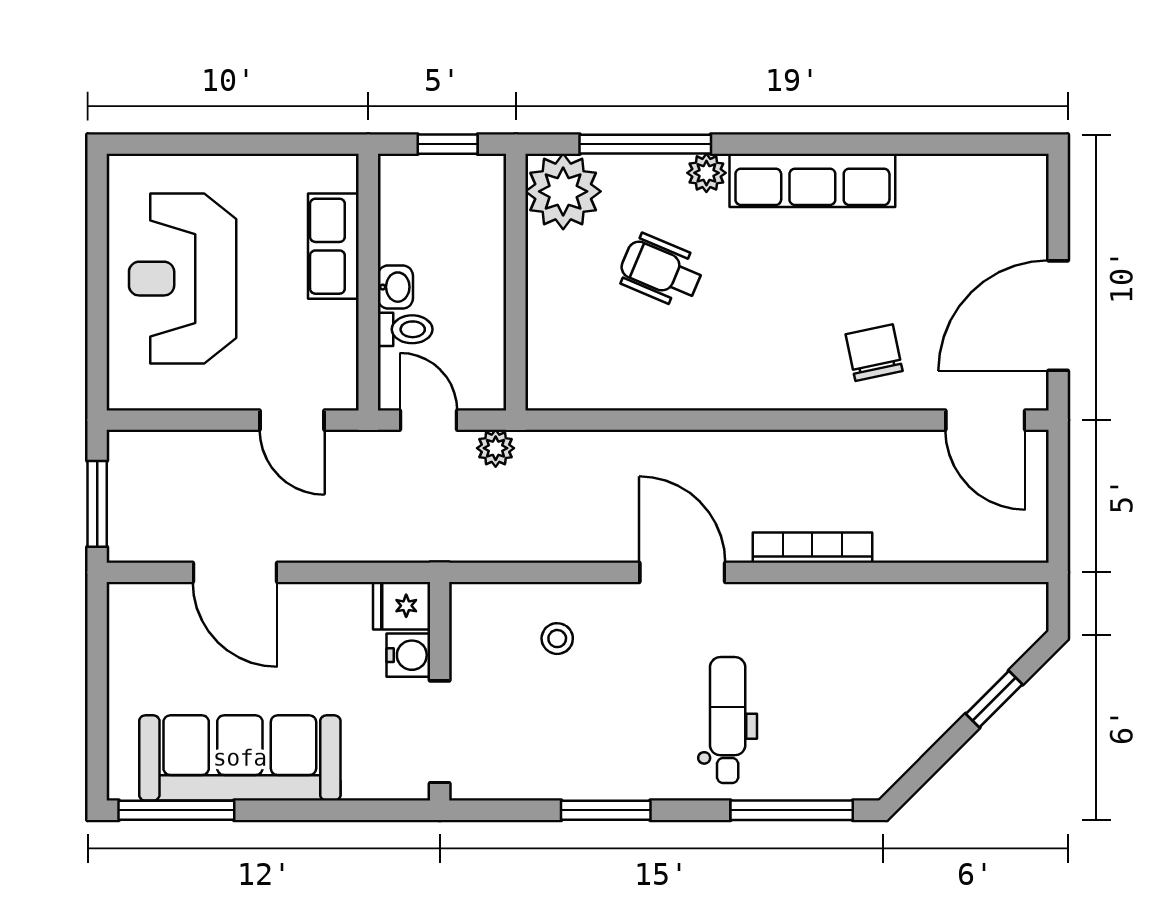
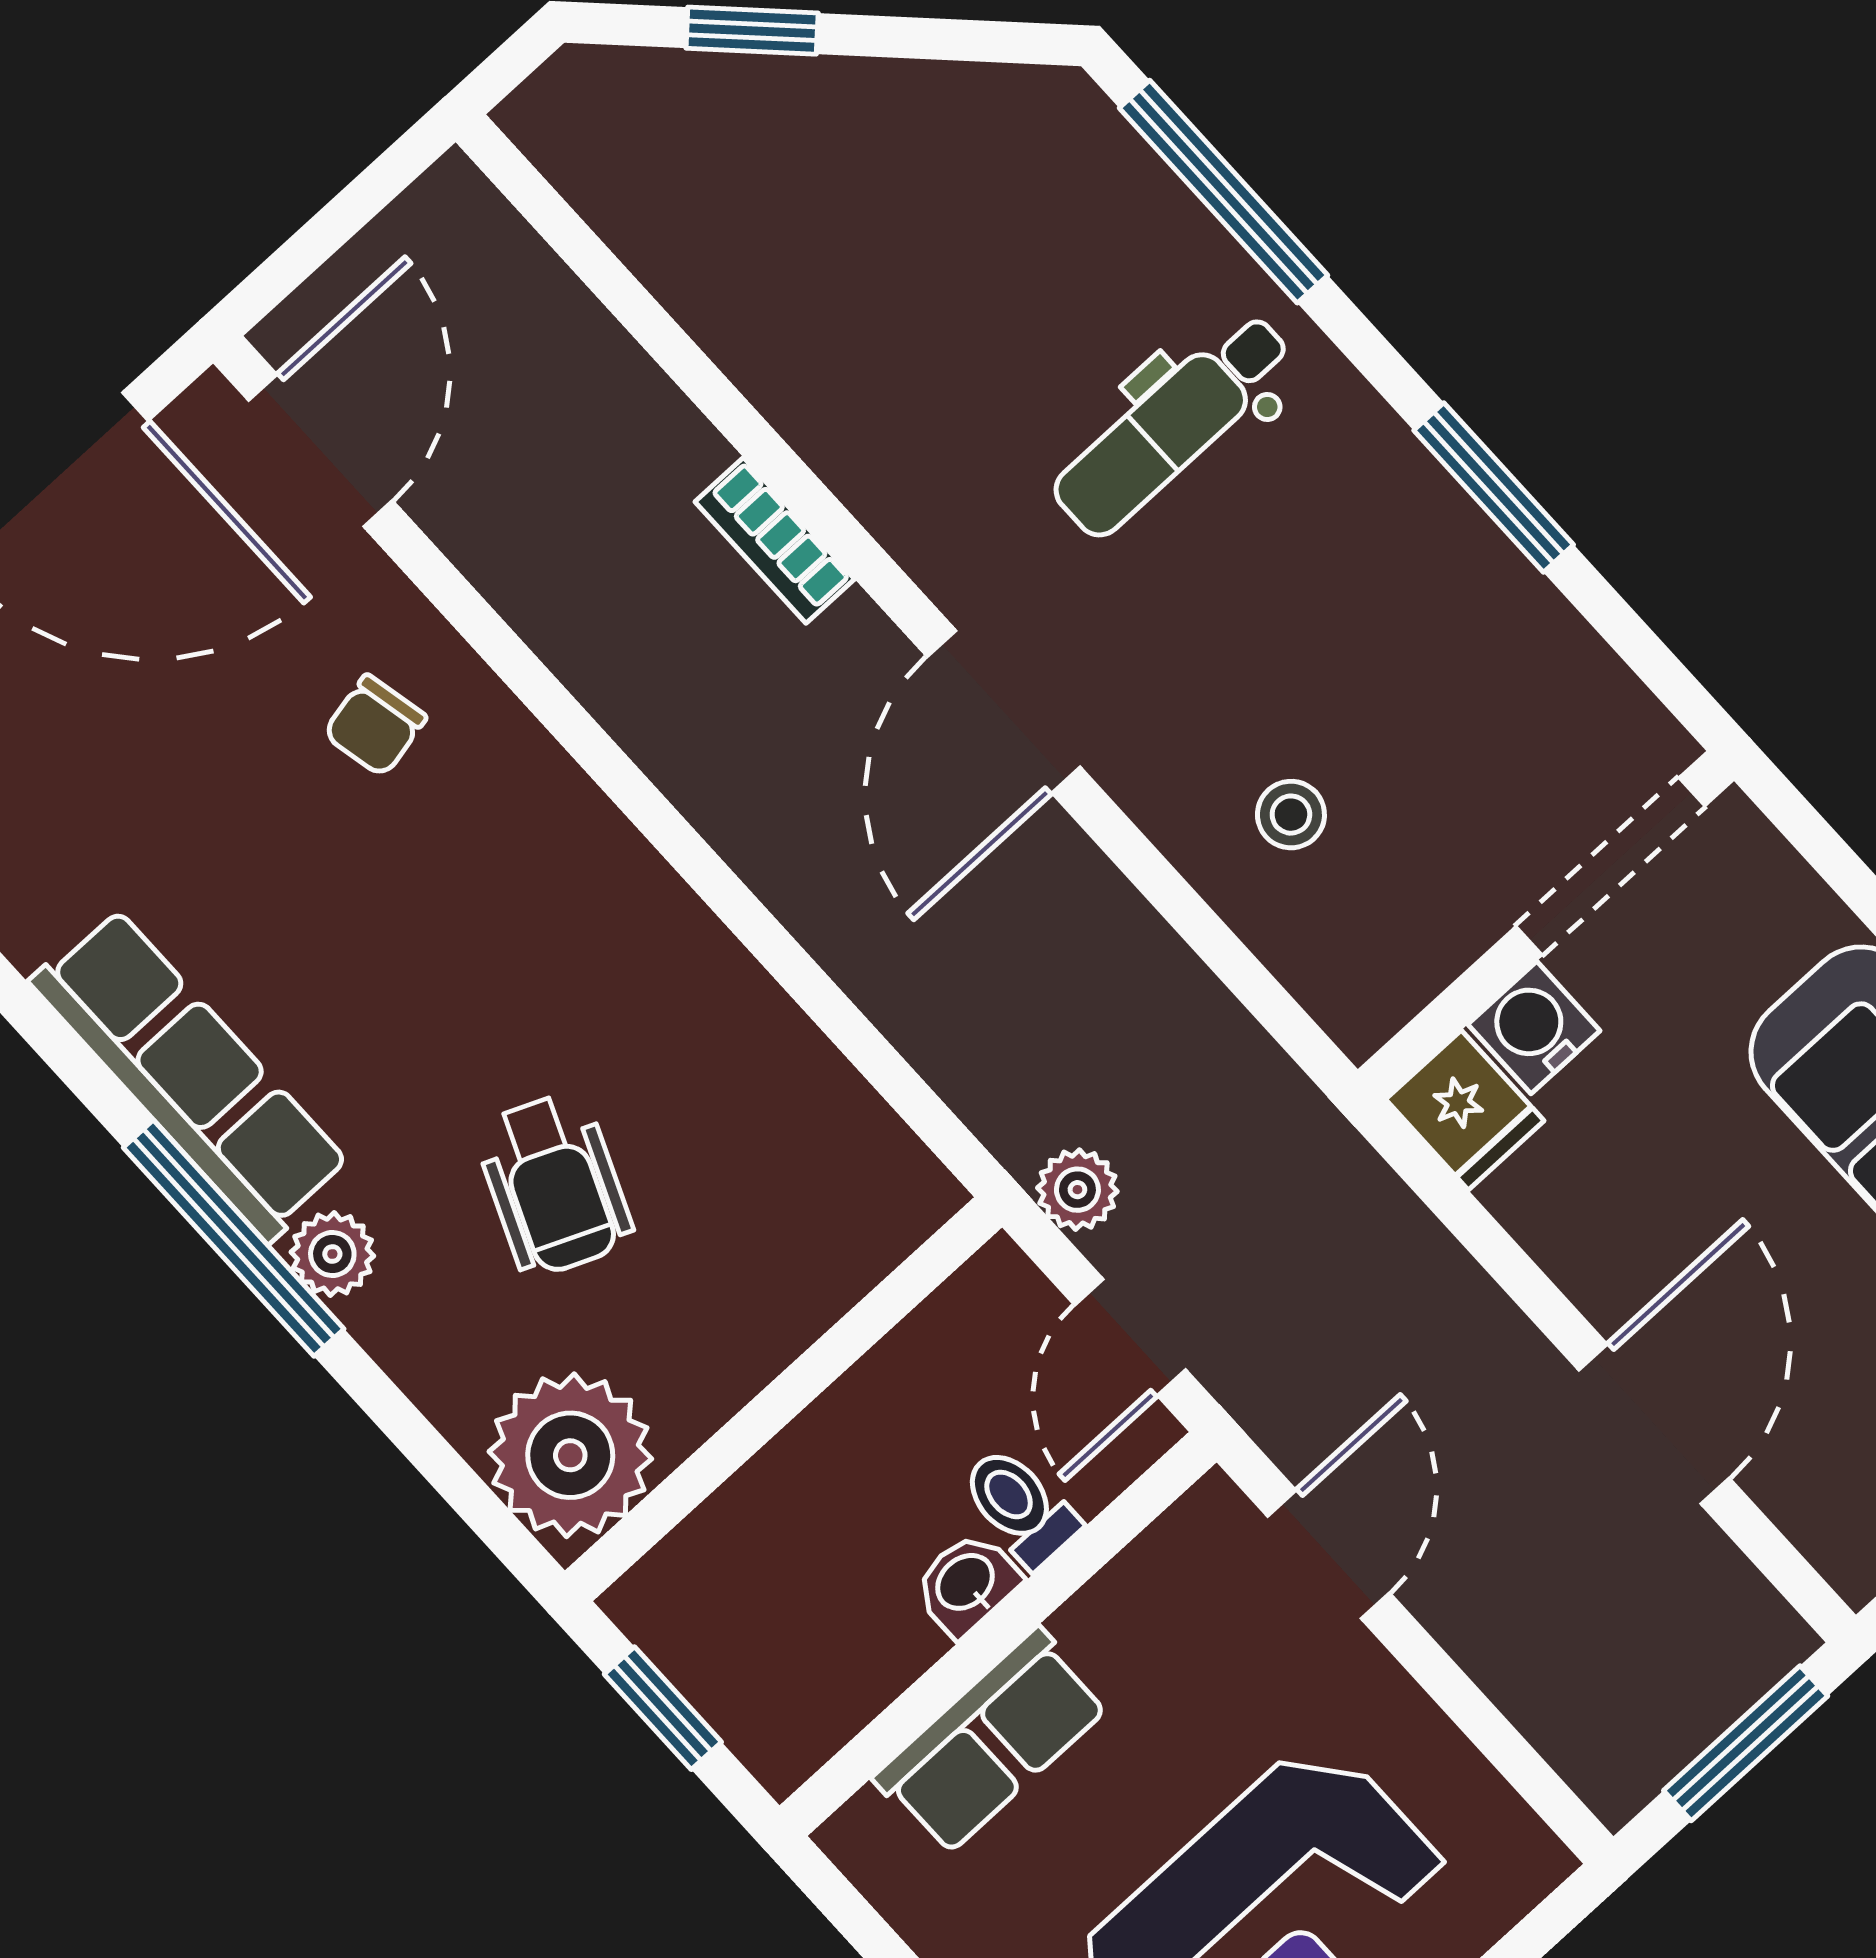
window: (645, 144) -> (234, 1238), moved
chair: (874, 353) -> (375, 726), width x0.73, depth x0.73
bookcase: (812, 548) -> (775, 540), width x0.64

